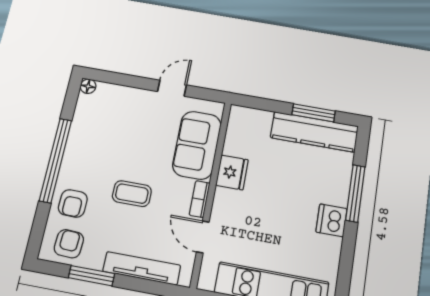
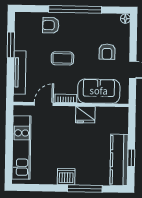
window: (313, 113) -> (131, 158), width x0.67
coffee table: (132, 194) -> (62, 58), turned 90
armchair: (69, 244) -> (107, 52), moved, turned 87

